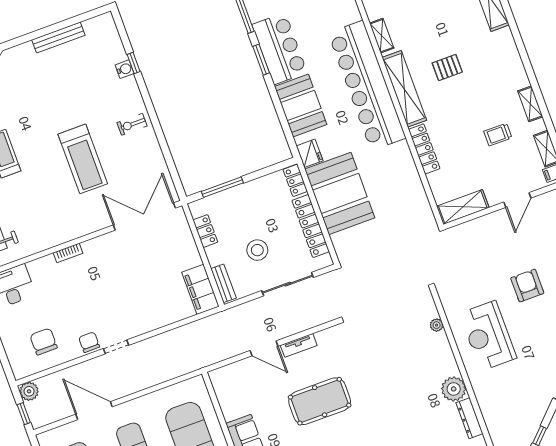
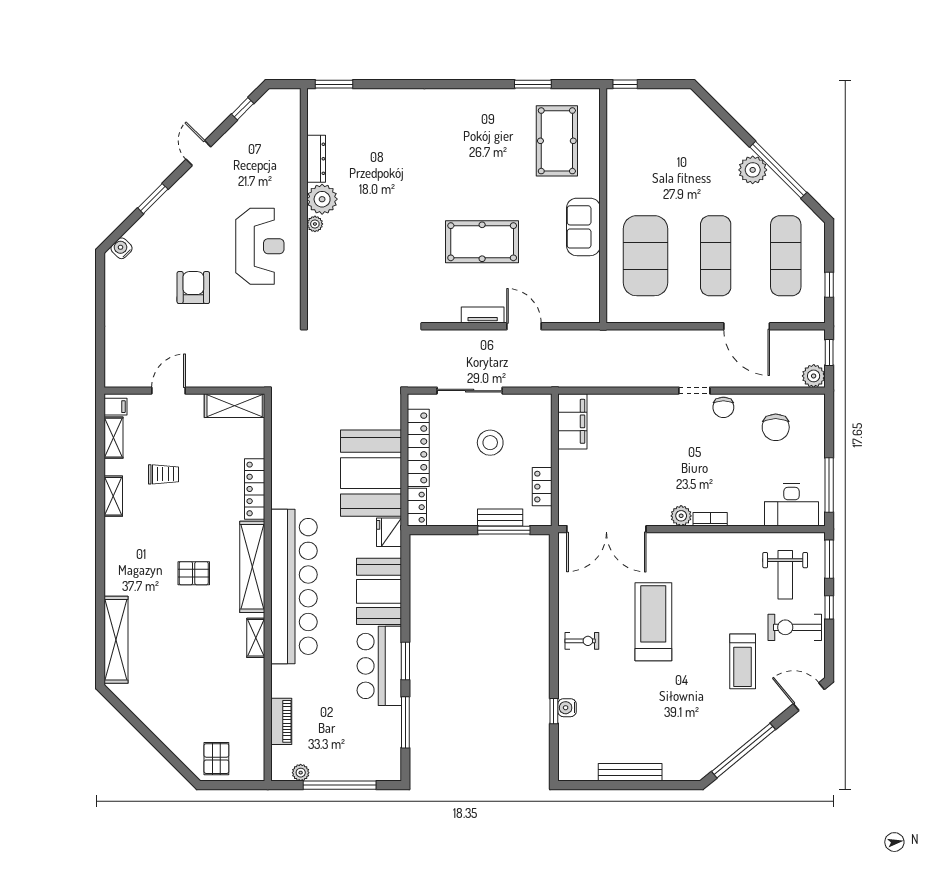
plant: (91, 248) -> (681, 516), added
bench: (223, 283) -> (500, 518), moved, turned 90
armchair: (527, 286) -> (193, 288), turned 180
plant: (437, 325) -> (315, 224), moved

